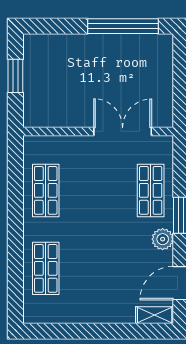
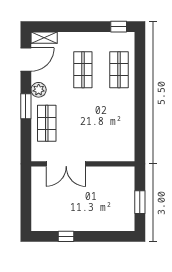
window: (123, 26) -> (66, 236), width x0.32
shop shelf: (46, 190) -> (83, 70), moved
window: (46, 331) -> (119, 27), added

